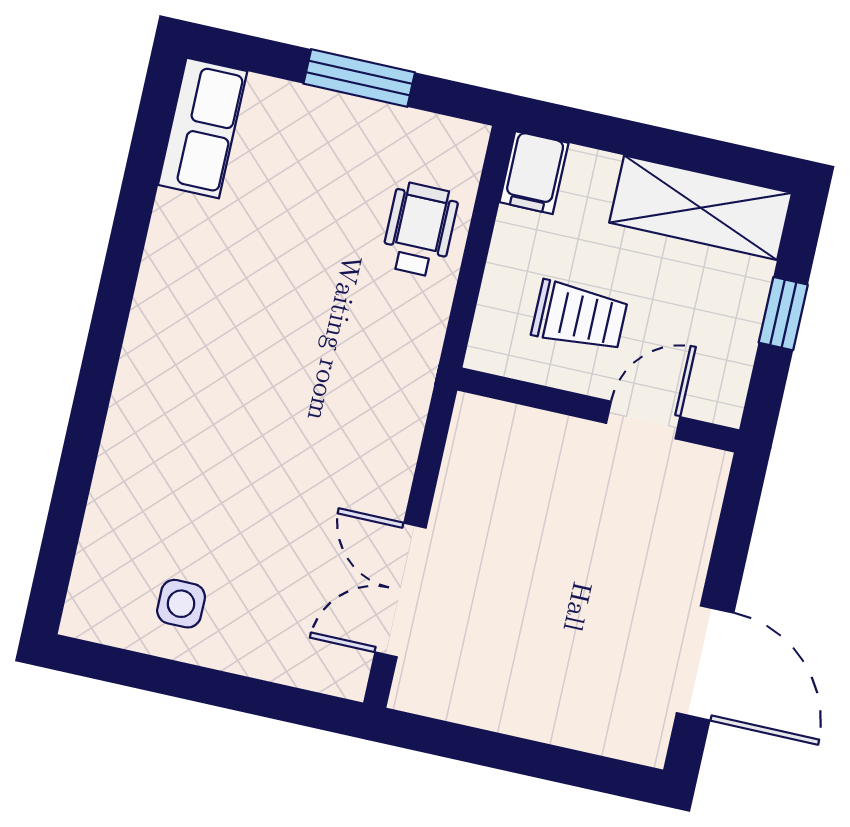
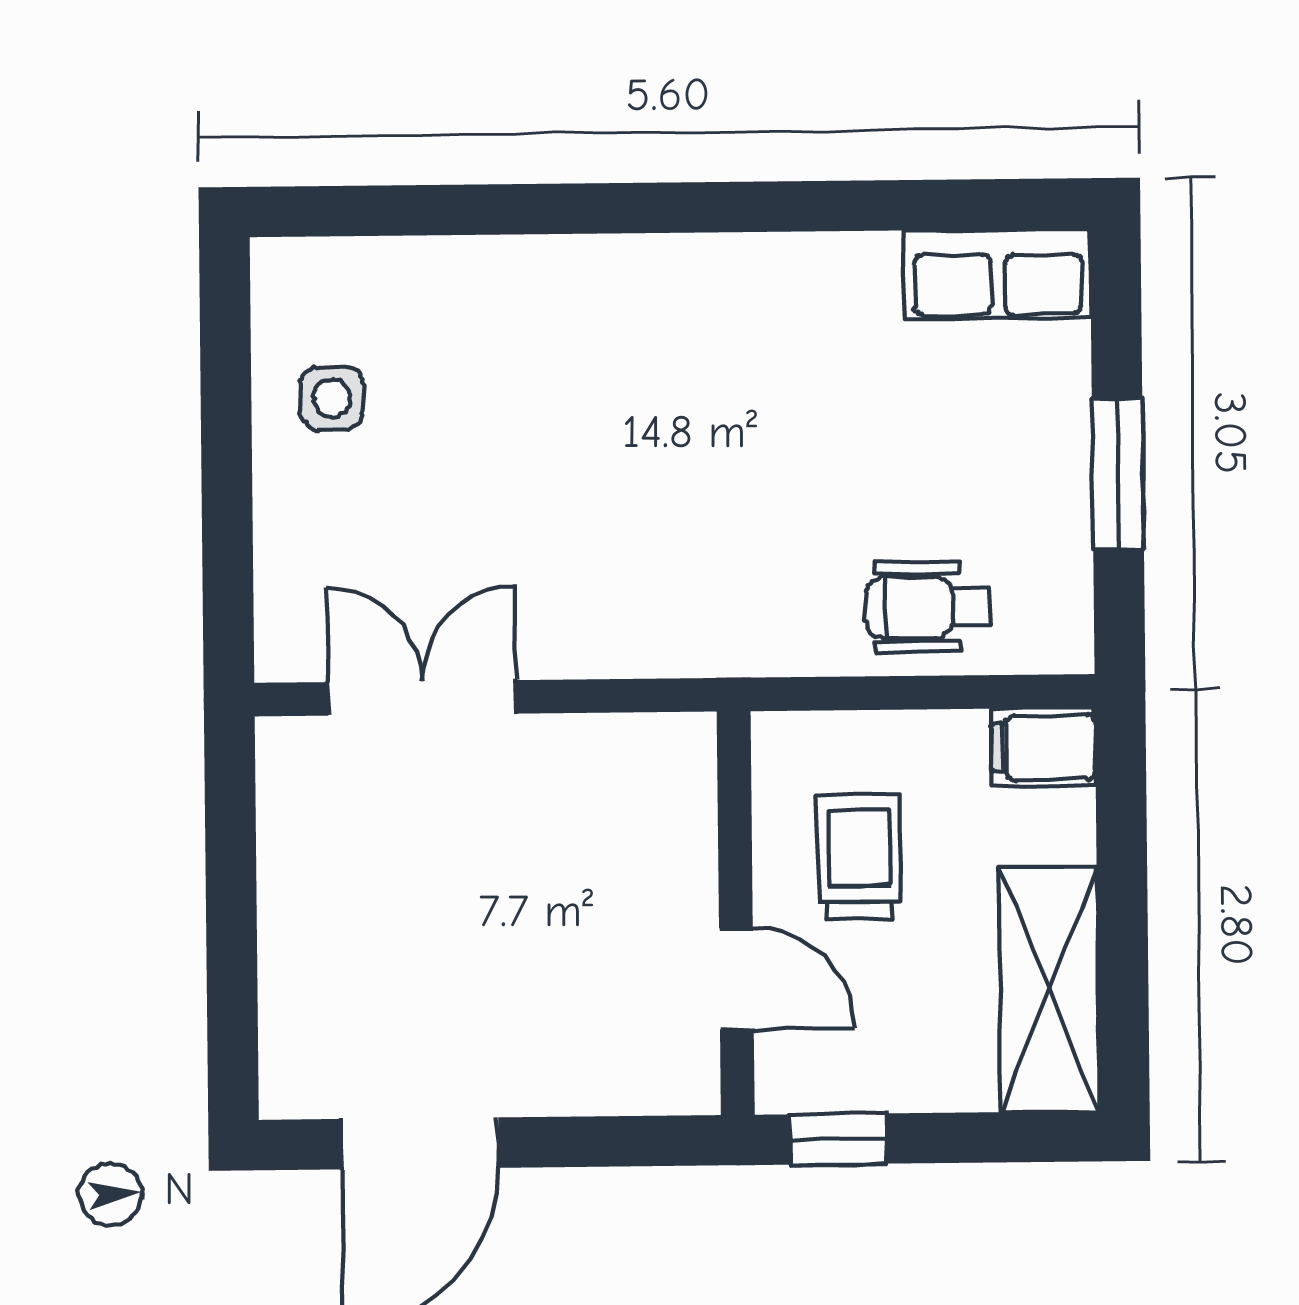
wheelchair: (420, 230) -> (927, 607), turned 180
window: (783, 314) -> (839, 1139), moved
trolley: (580, 316) -> (859, 857), turned 180

